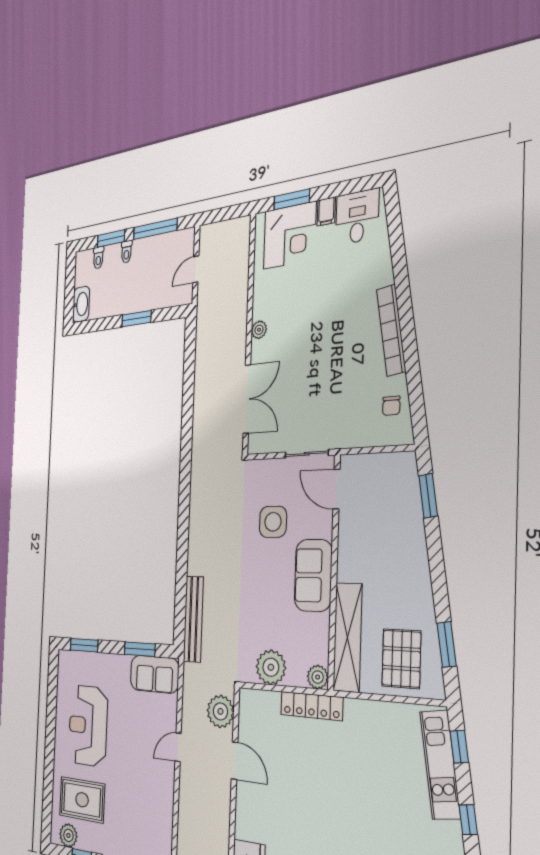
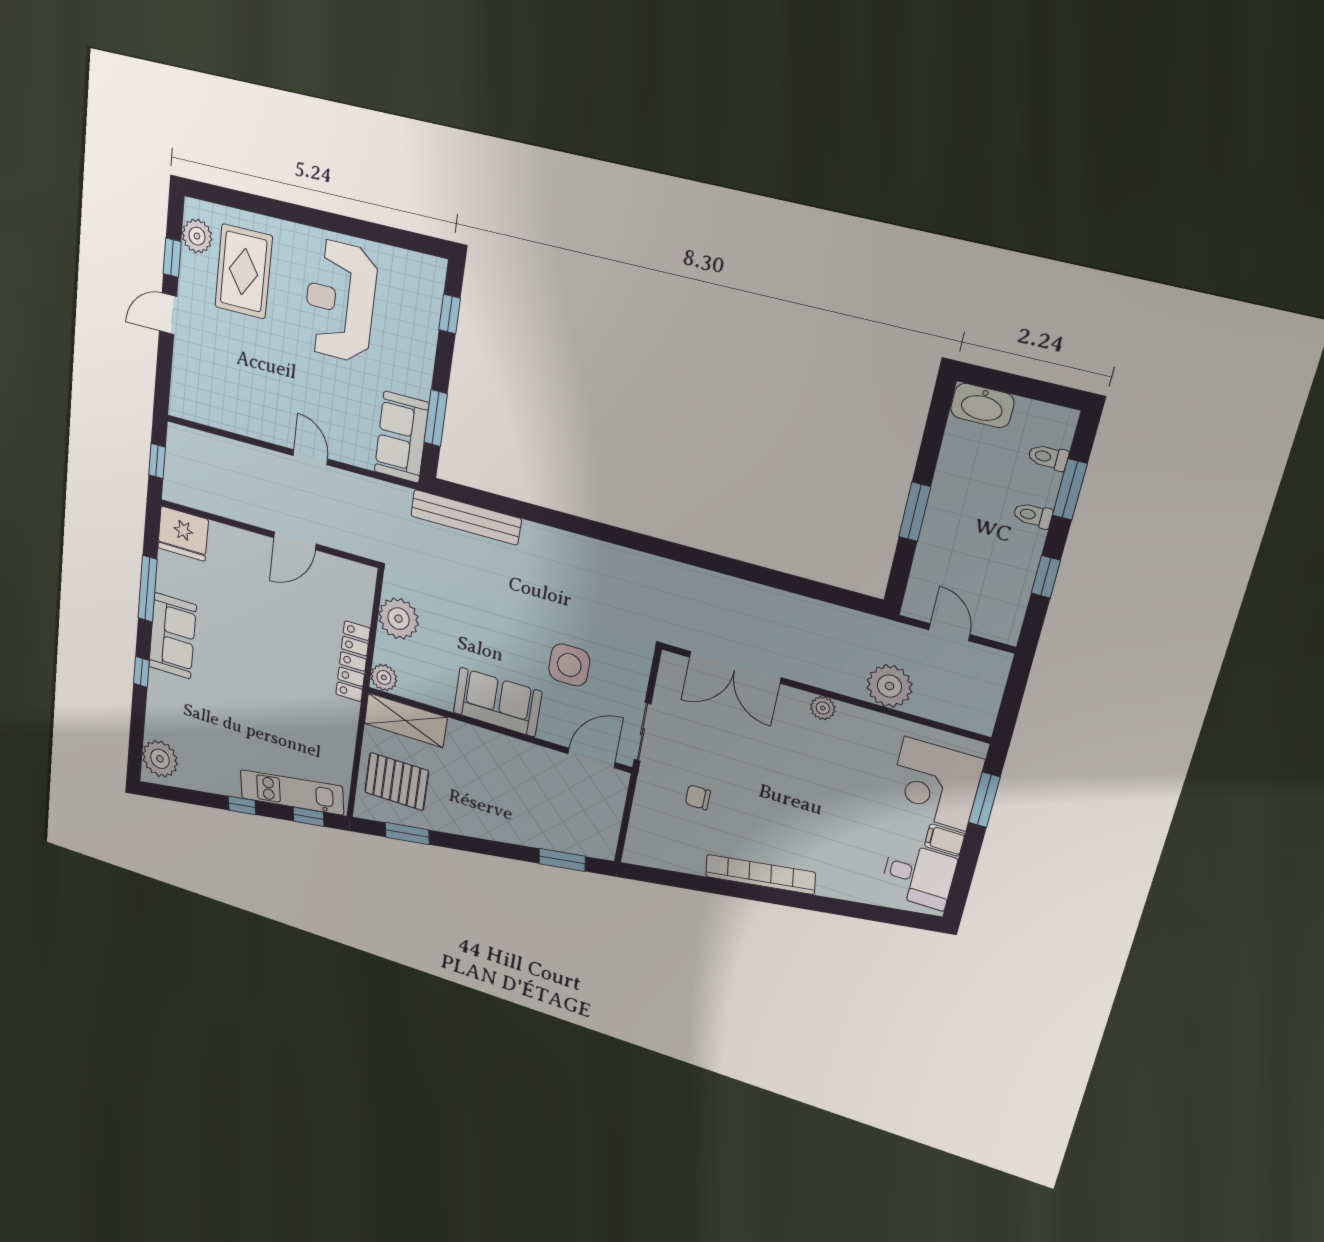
window: (155, 229) -> (1046, 577), width x0.46
chair: (391, 406) -> (698, 797), moved
shelving: (348, 637) -> (406, 720), width x0.68
window: (84, 645) -> (450, 314), width x0.67
plant: (220, 711) -> (889, 686), moved
reception desk: (88, 726) -> (340, 301), turned -90

